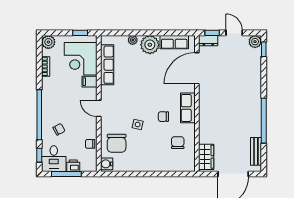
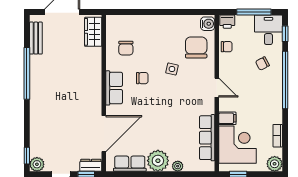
printer: (73, 166) -> (227, 22), moved

